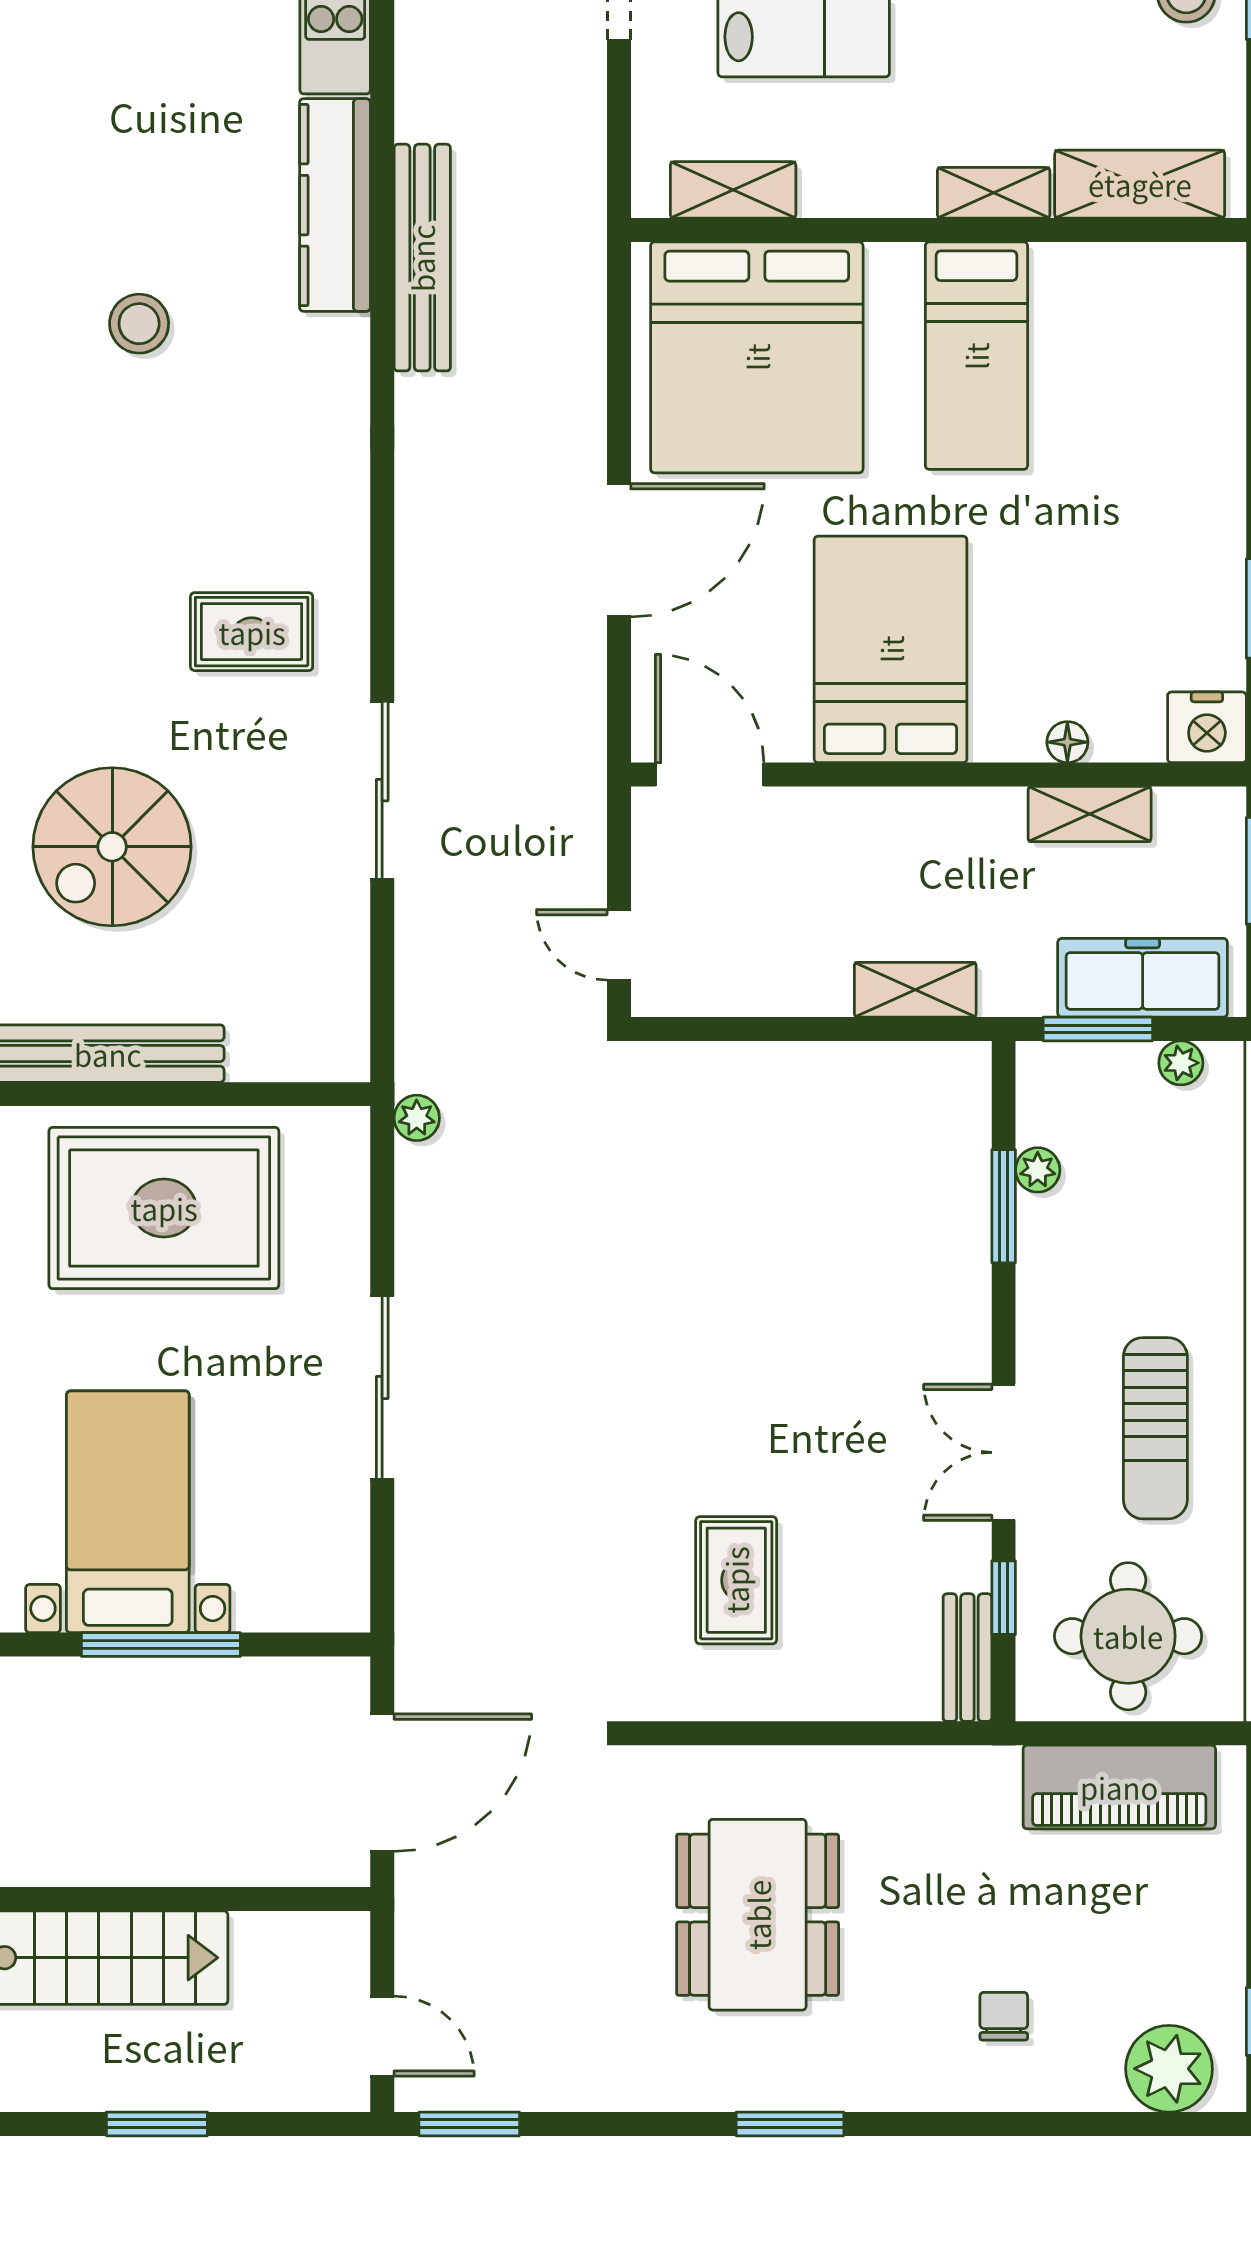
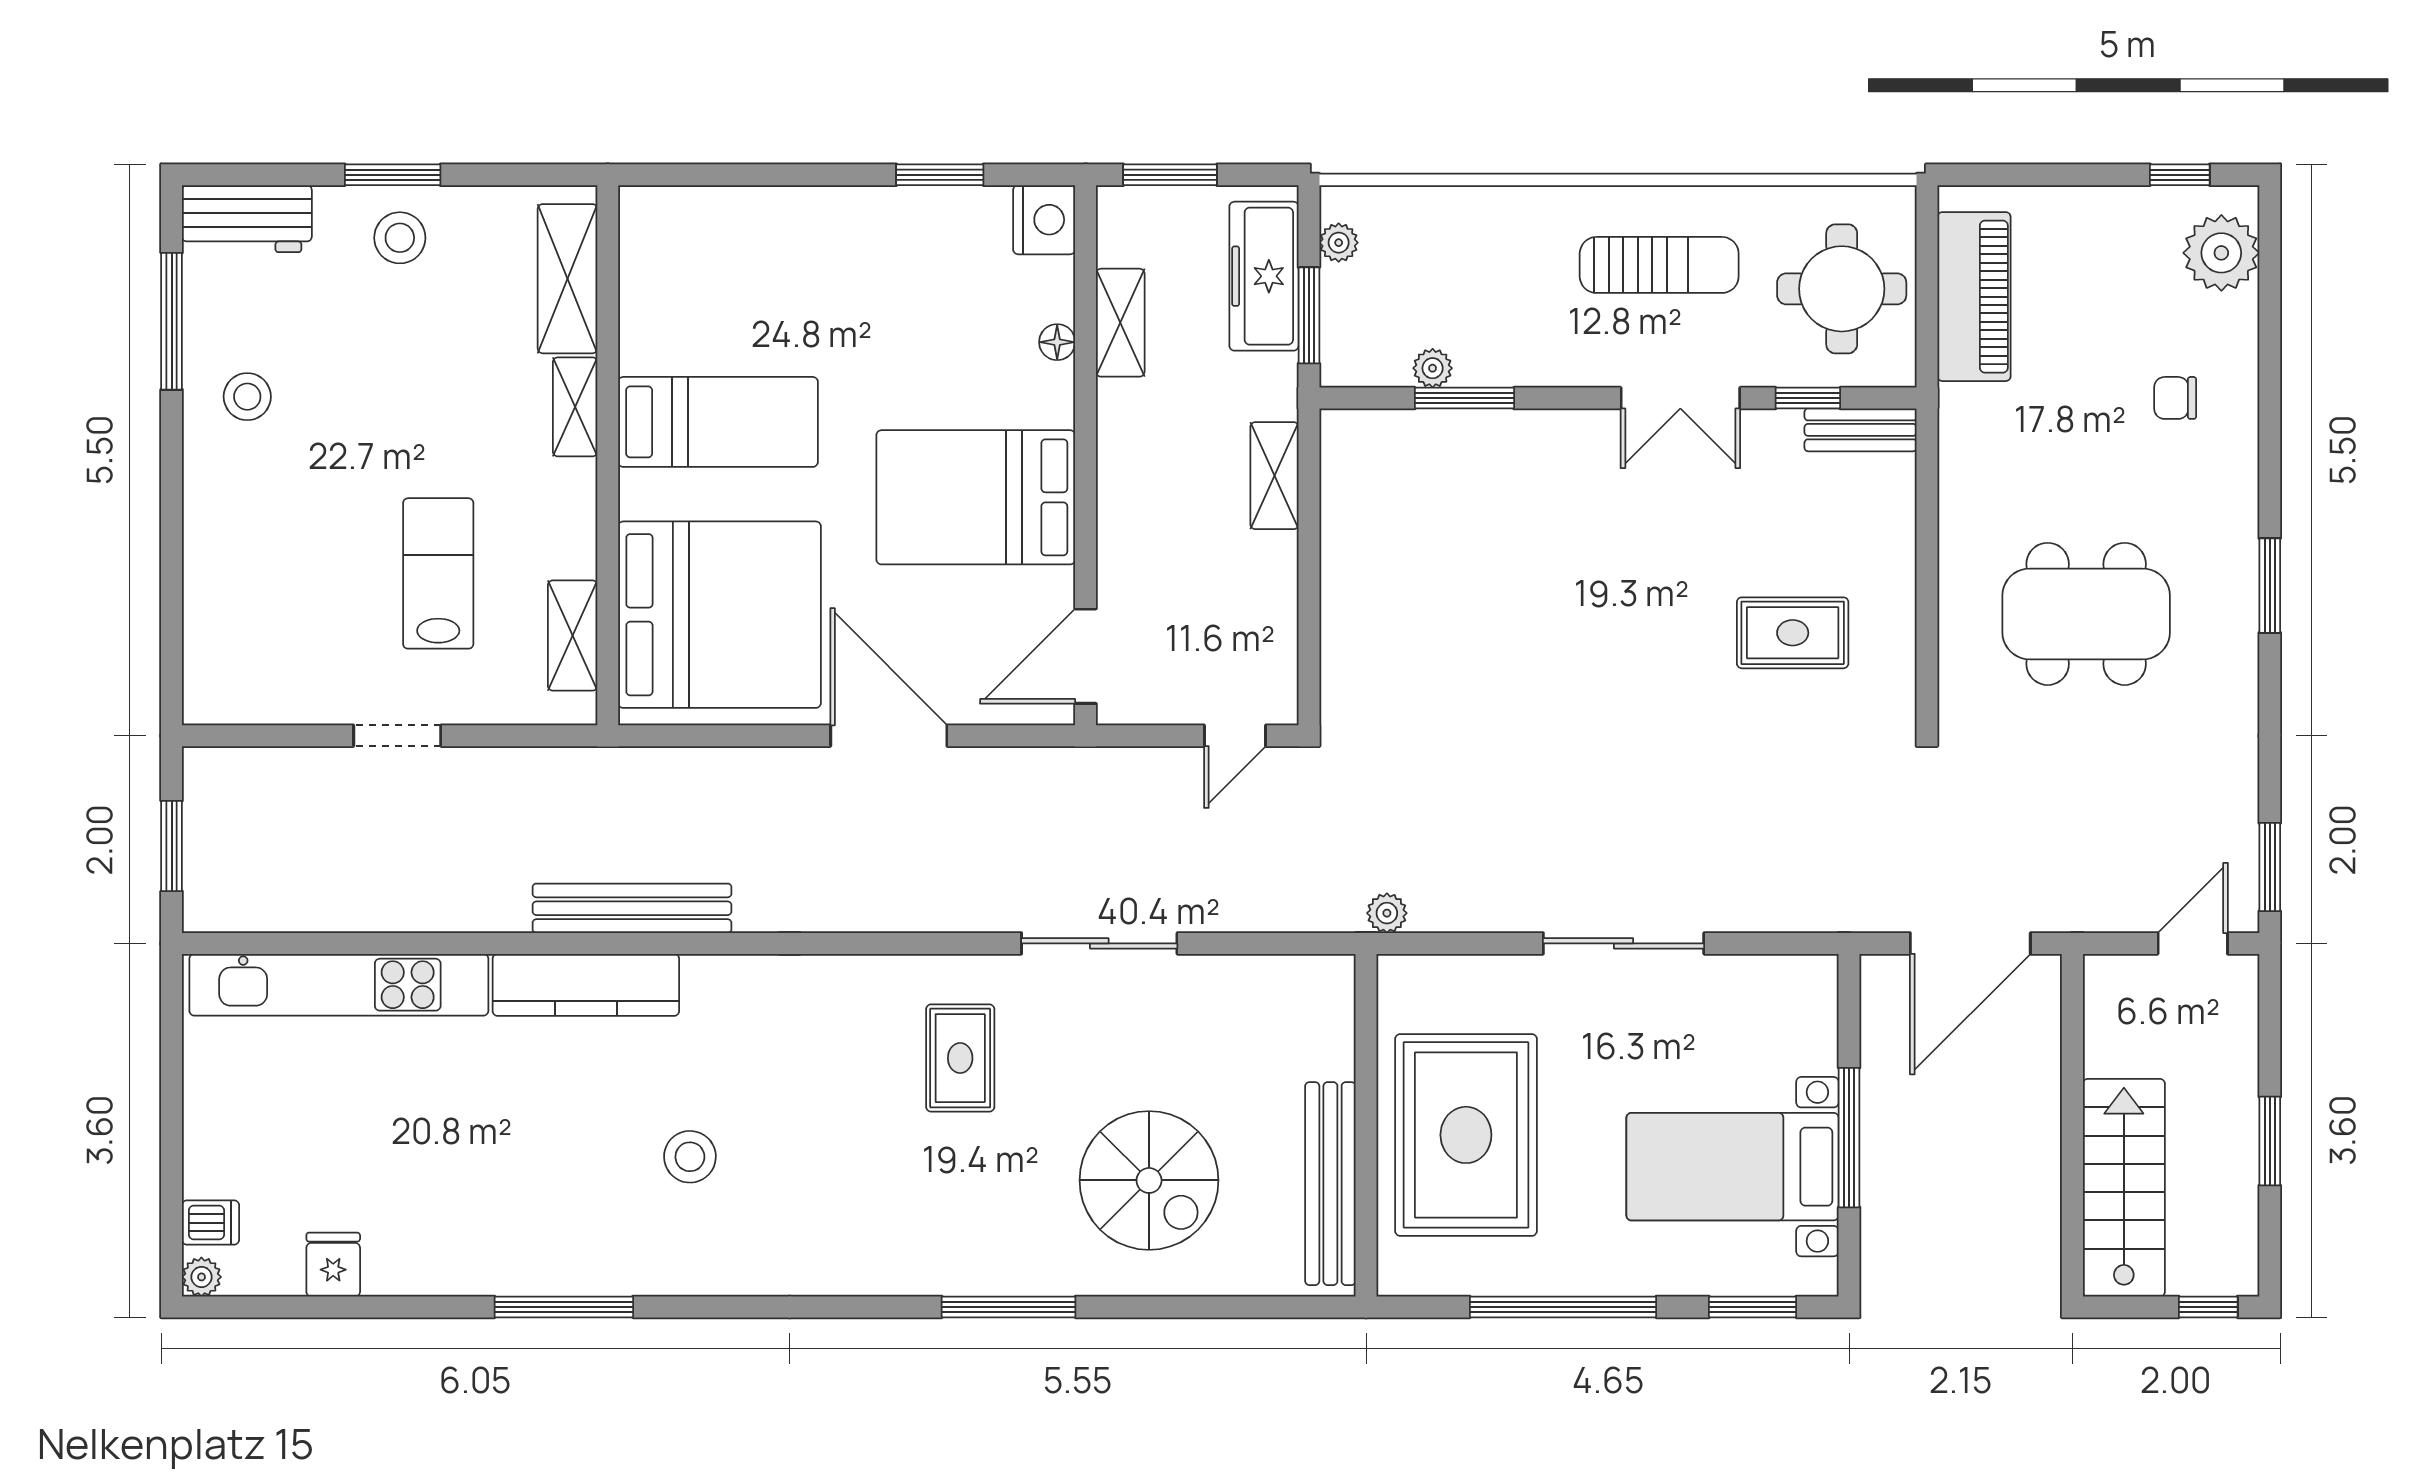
door: (382, 1783) -> (1970, 943), swing flipped

